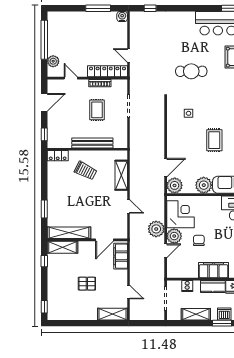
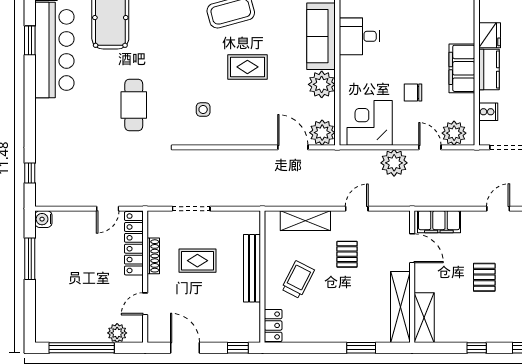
pallet: (101, 200) -> (347, 254), added
plant: (174, 236) -> (454, 133), moved
window: (44, 261) -> (477, 348), moved

